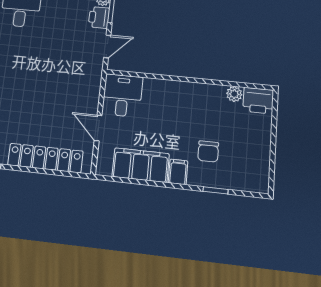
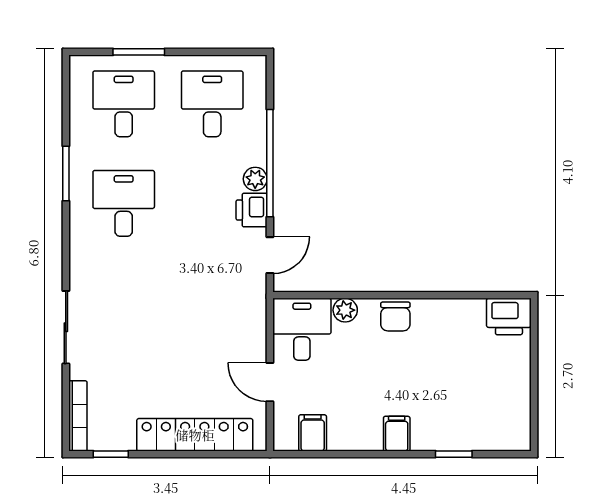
plant: (234, 94) -> (345, 310), moved
chair: (208, 151) -> (395, 316), moved
filing cabinet: (141, 165) -> (313, 433), width x0.33, depth x0.86

